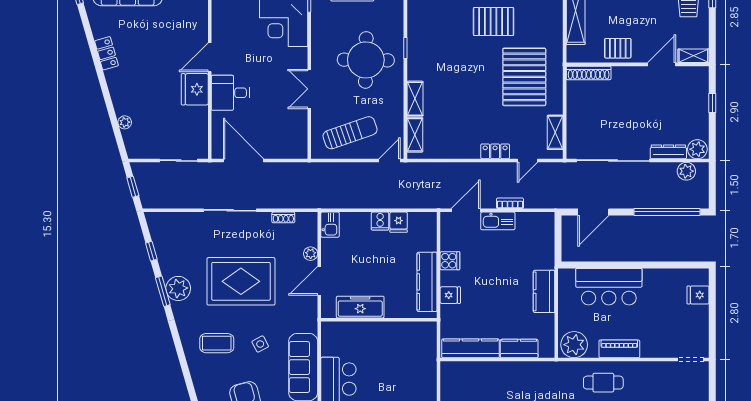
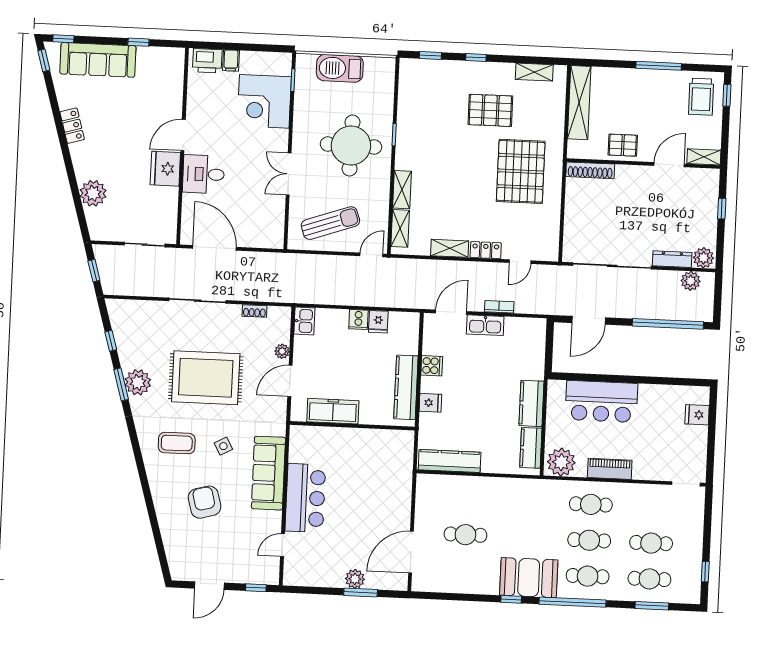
plant: (125, 122) -> (93, 193), width x1.88, depth x1.88
shelving: (555, 132) -> (450, 248), moved, turned 90
kitchen counter: (519, 349) -> (531, 448), moved, turned -90

